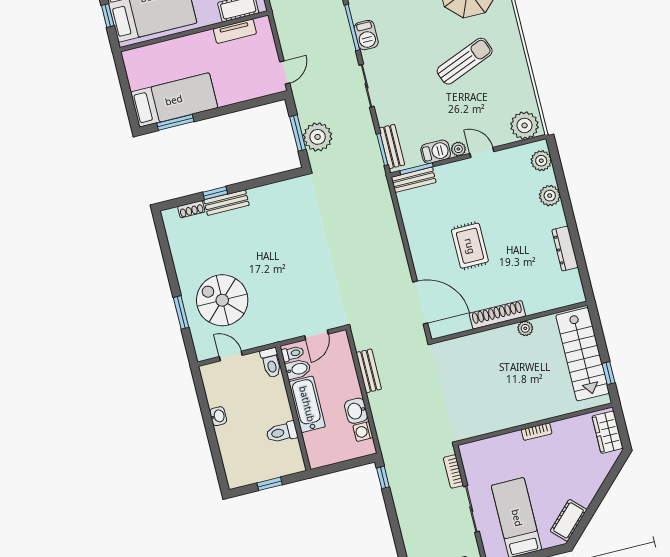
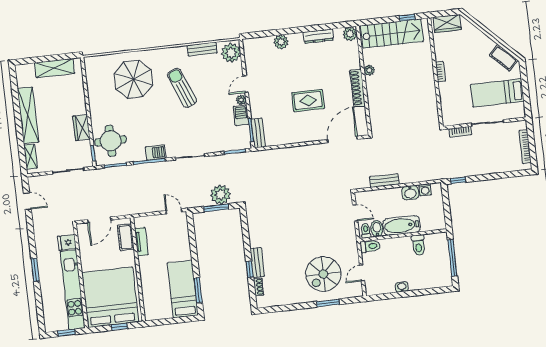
bench: (392, 146) -> (202, 49), moved
plant: (541, 161) -> (350, 34), moved
window: (270, 484) -> (452, 258), width x2.17

